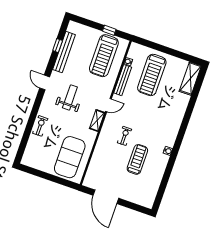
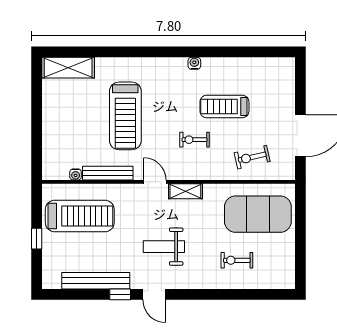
window: (109, 30) -> (37, 239), moved
window: (58, 46) -> (120, 294), moved
treadmill: (152, 75) -> (125, 116), moved, turned 90
door: (45, 82) -> (154, 294), hinge flipped
exercise bike: (40, 126) -> (237, 260), moved
exercise bike: (103, 165) -> (252, 157), added

